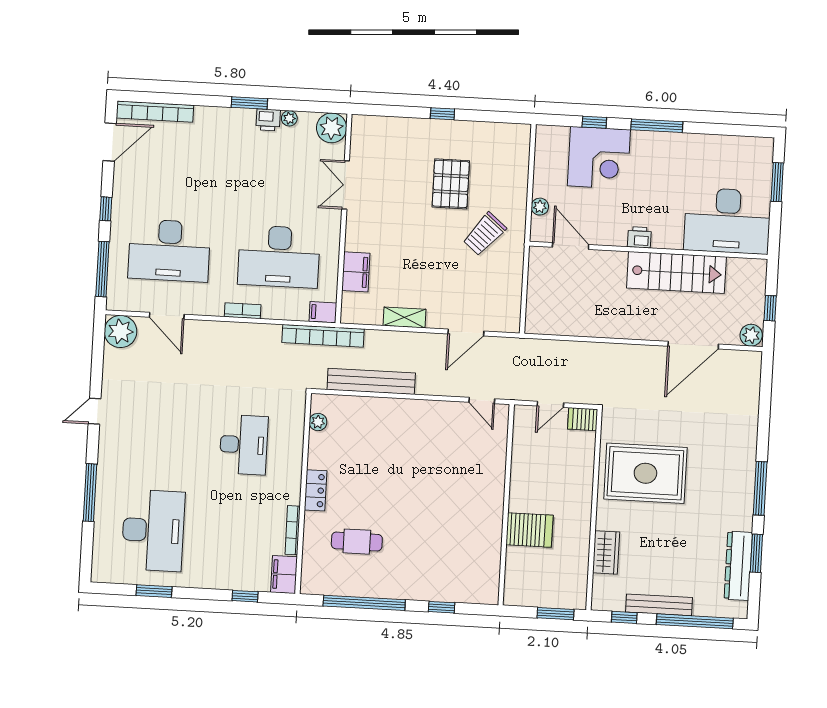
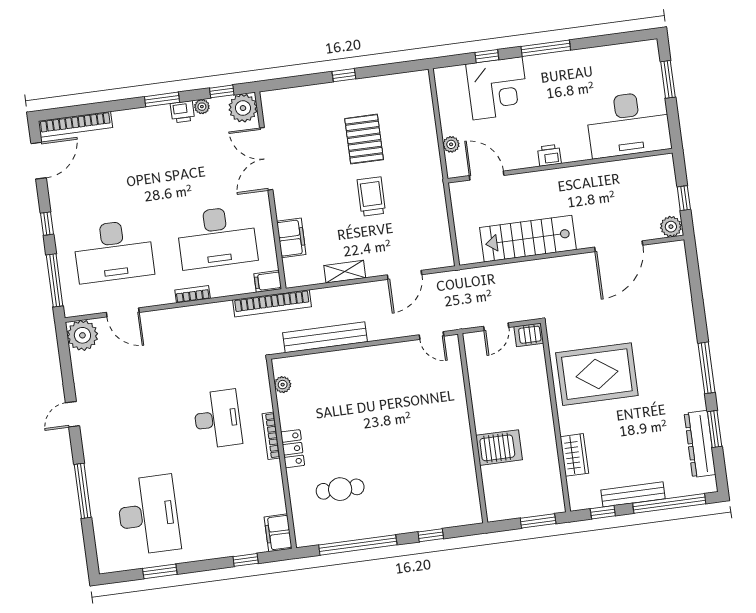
window: (313, 107) -> (222, 91), added
double door: (346, 185) -> (266, 159), width x1.37
trolley: (485, 234) -> (371, 197), moved, turned 140
stairs: (676, 272) -> (528, 239), moved, turned 180
bookcase: (293, 530) -> (271, 436), moved

